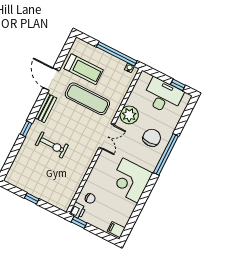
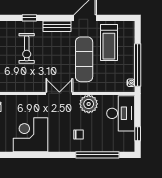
desk: (163, 96) -> (121, 113), moved
double door: (107, 136) -> (59, 93), swing flipped
chair: (152, 138) -> (78, 134), width x0.54, depth x0.54
window: (166, 154) -> (97, 155), moved

